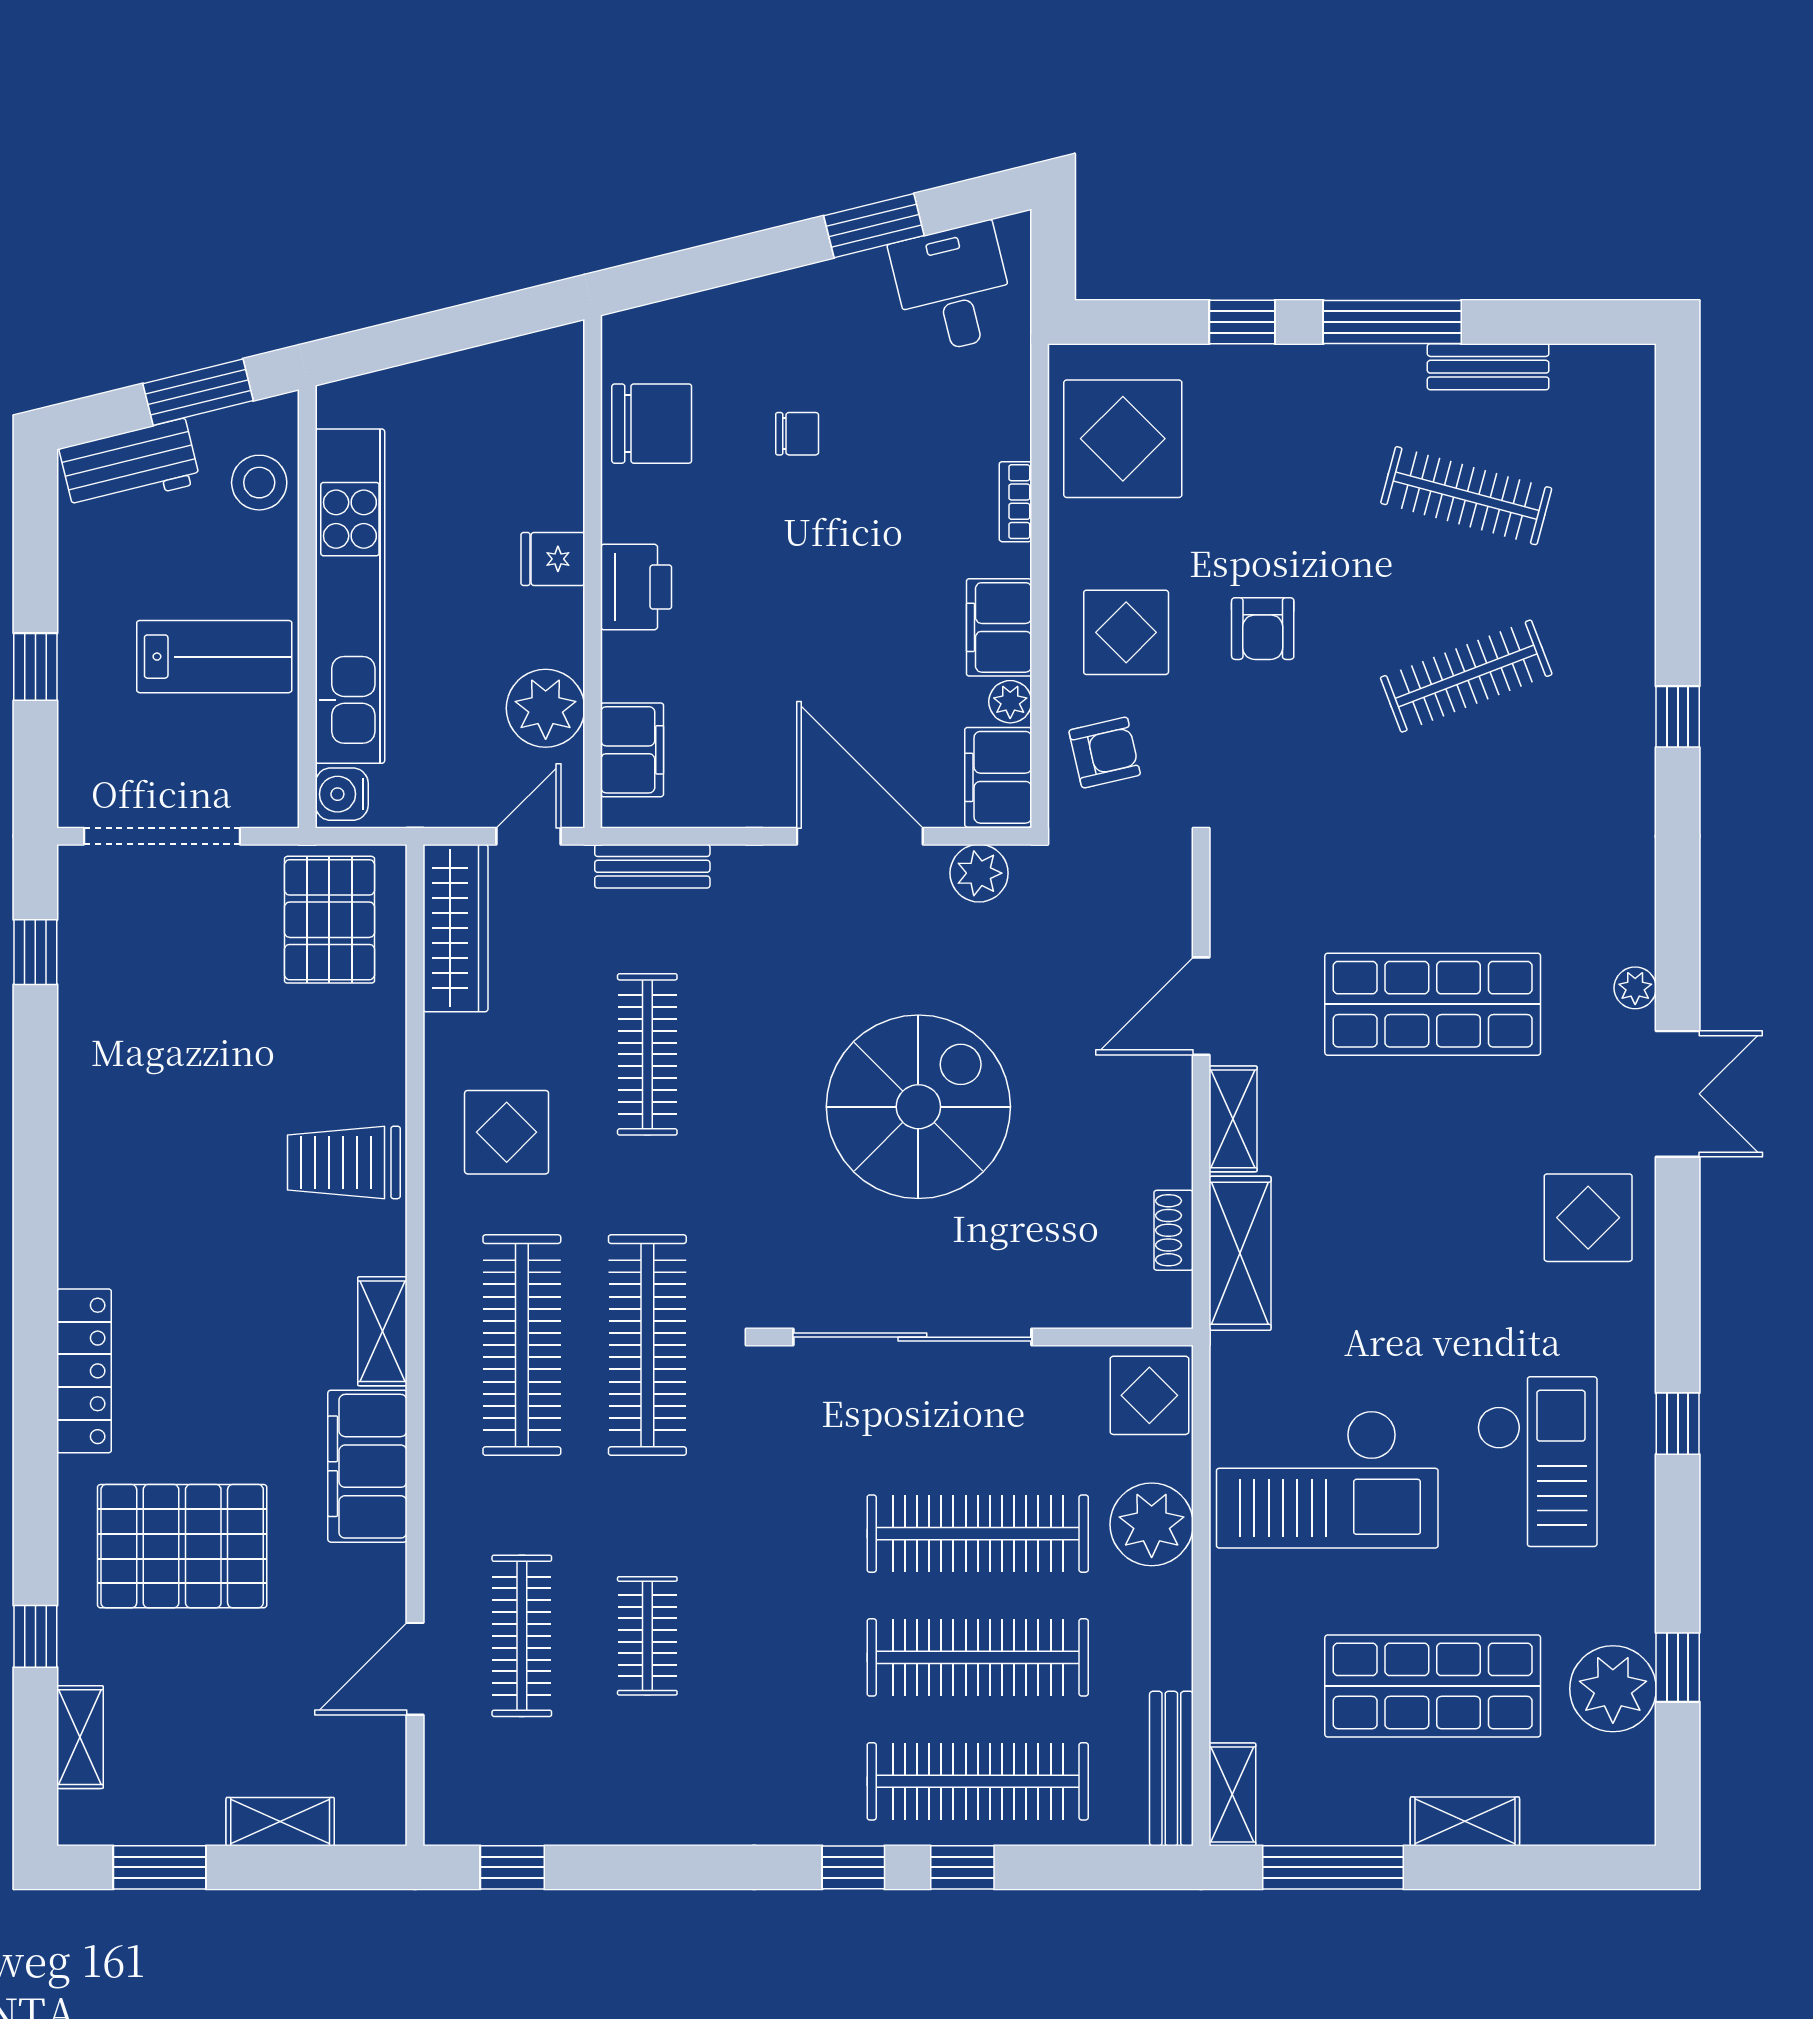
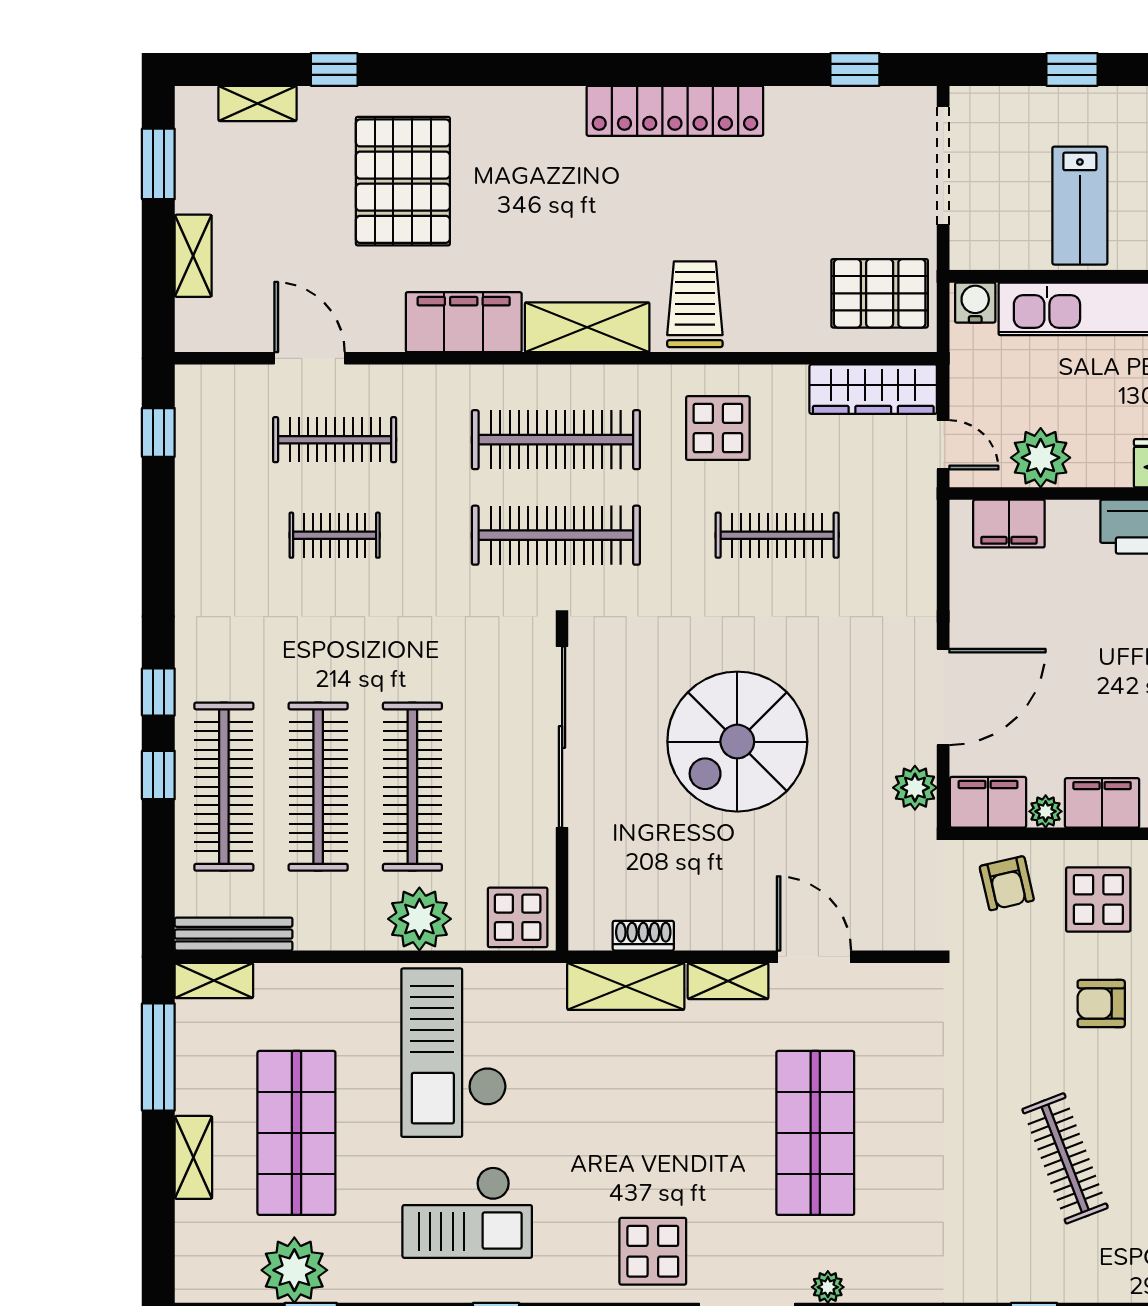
bench: (652, 866) -> (920, 539), removed
spiral stairs: (918, 1107) -> (737, 742), turned 90
shelving: (382, 1331) -> (587, 327), width x1.50, depth x1.33
locker: (84, 1371) -> (675, 111), moved, width x1.41, depth x1.21

